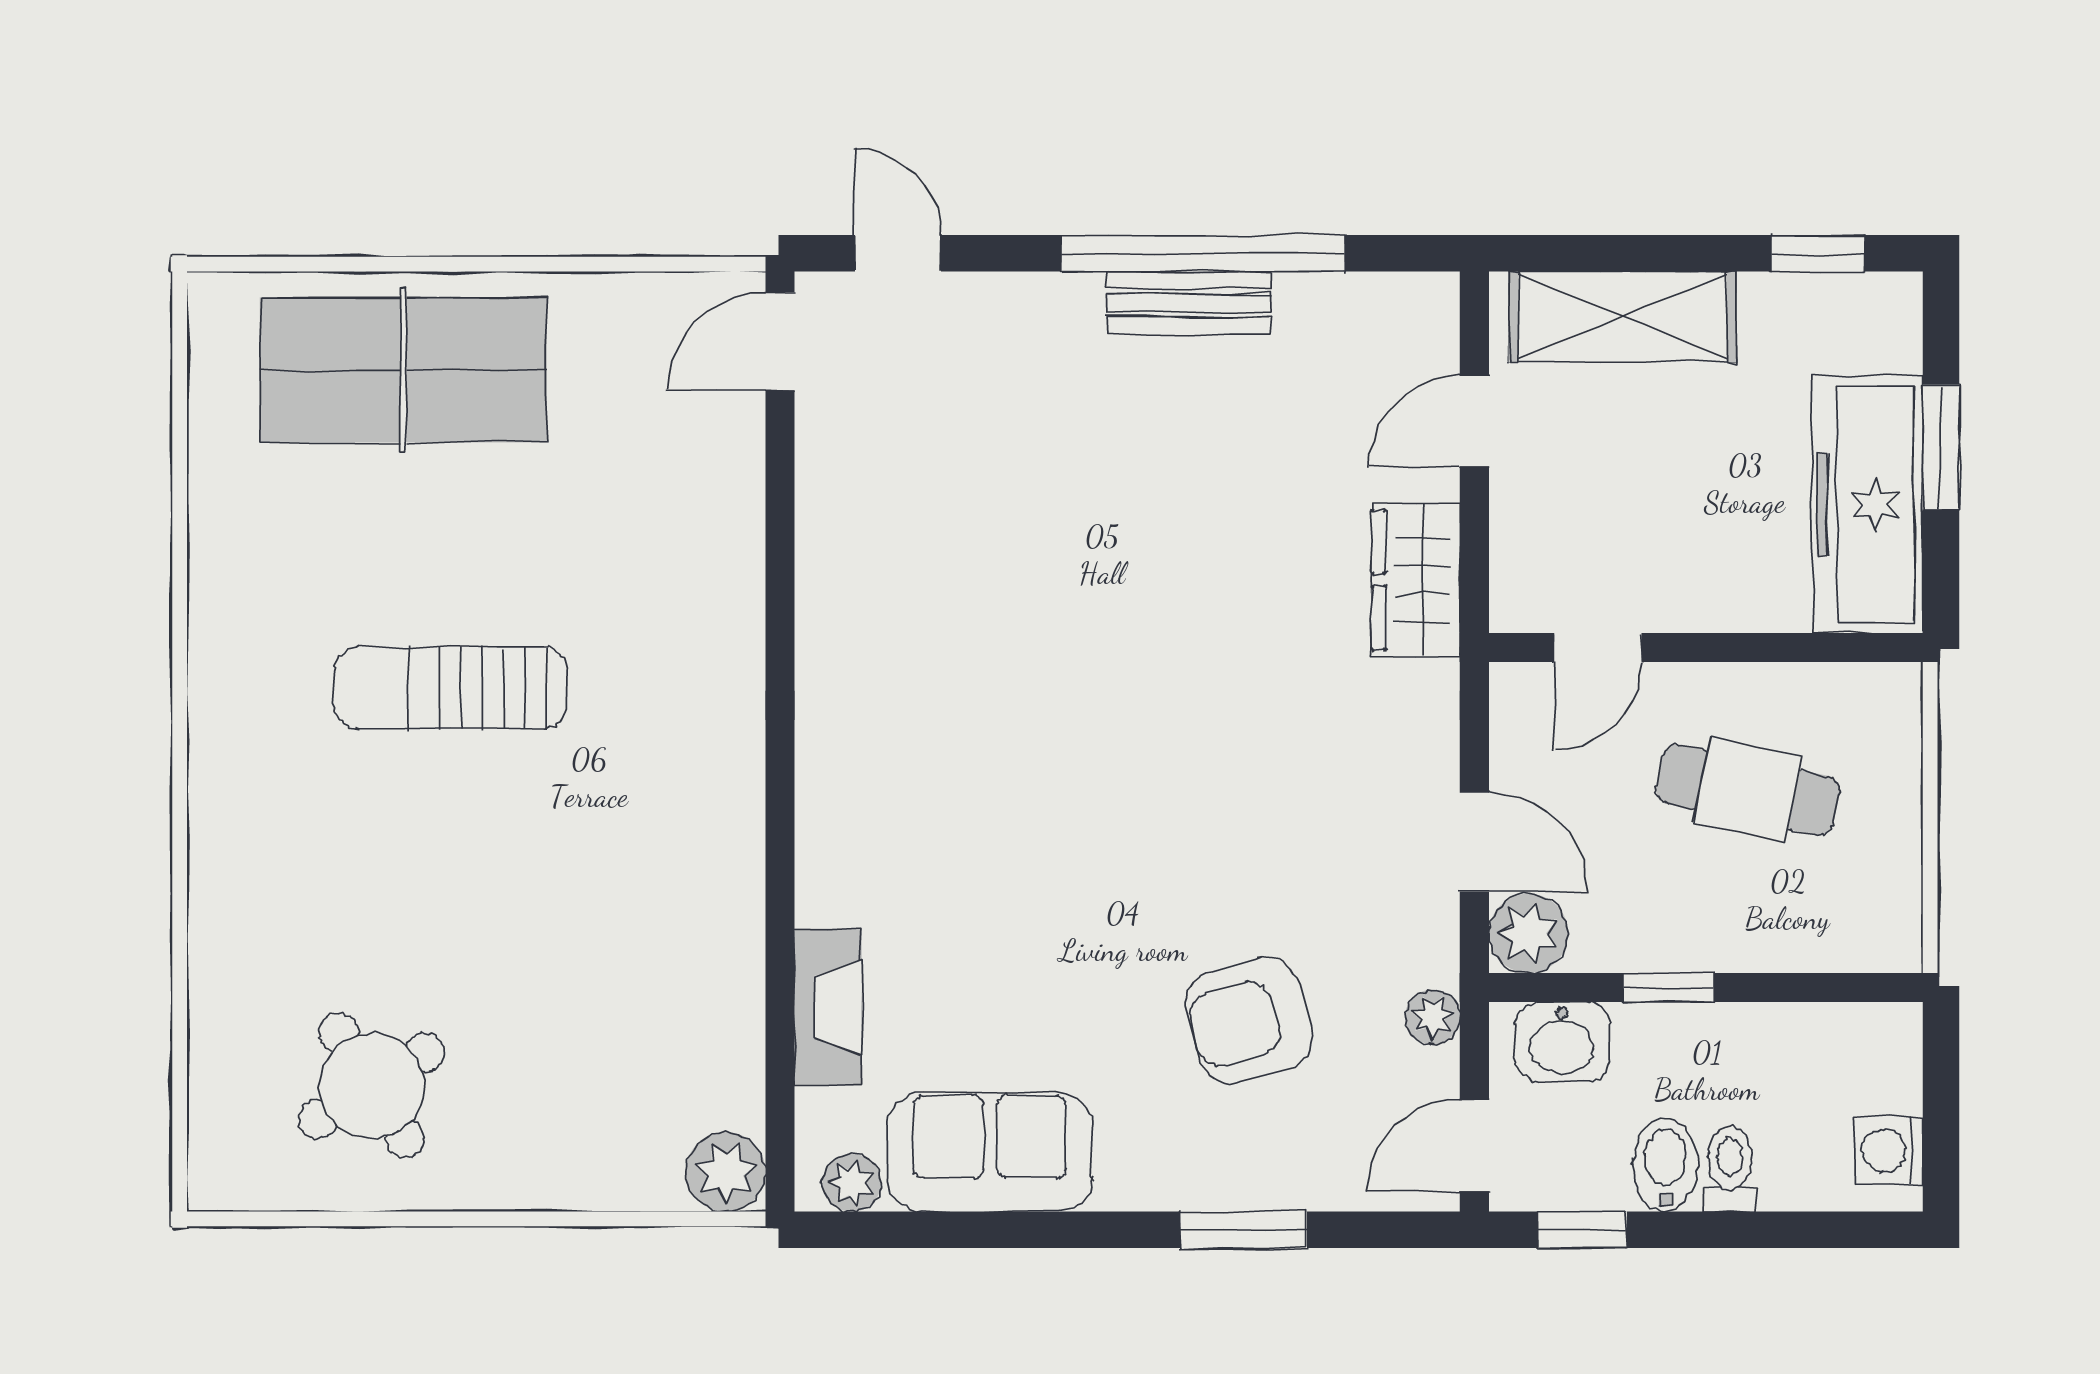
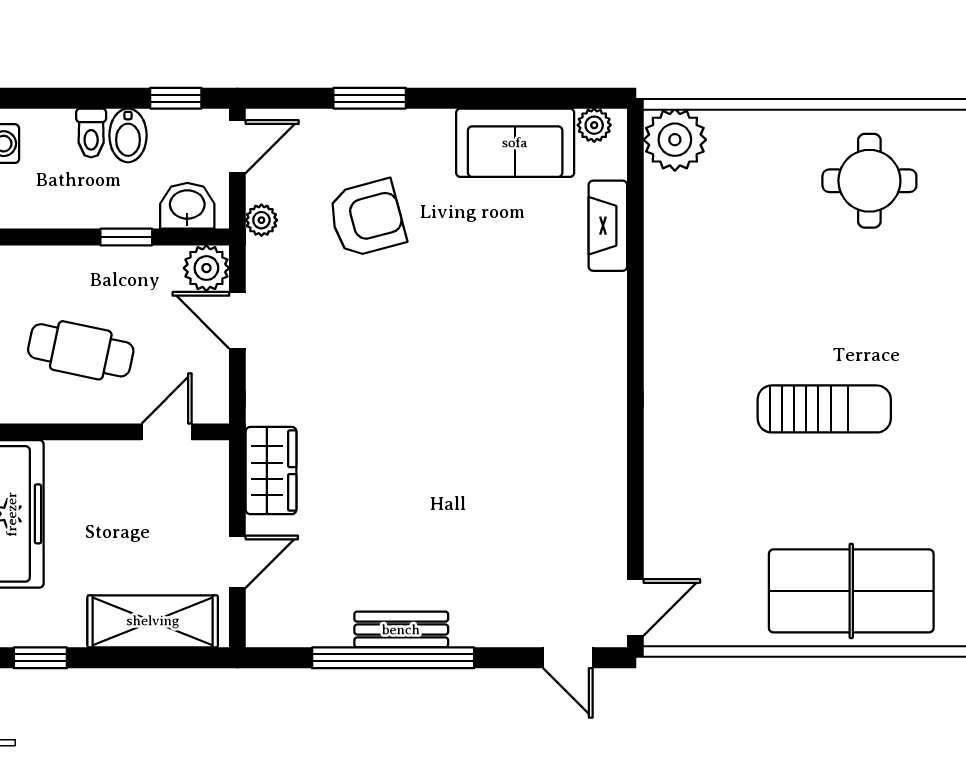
round table: (372, 1086) -> (869, 181), turned 32
plant: (726, 1172) -> (675, 140), width x1.36, depth x1.36

